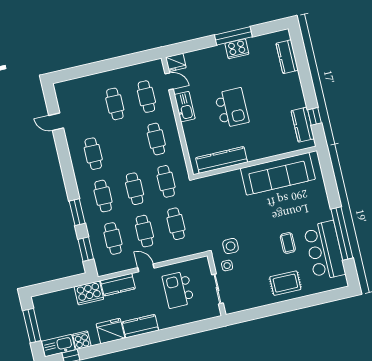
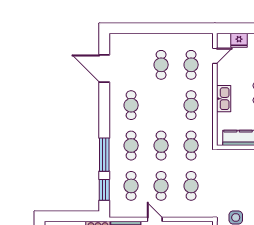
fridge: (176, 62) -> (239, 40), moved
door: (169, 81) -> (215, 56), hinge flipped
kitchen sink: (185, 107) -> (224, 99), moved
door: (56, 122) -> (104, 69), width x1.87
window: (77, 212) -> (104, 155), width x1.44

